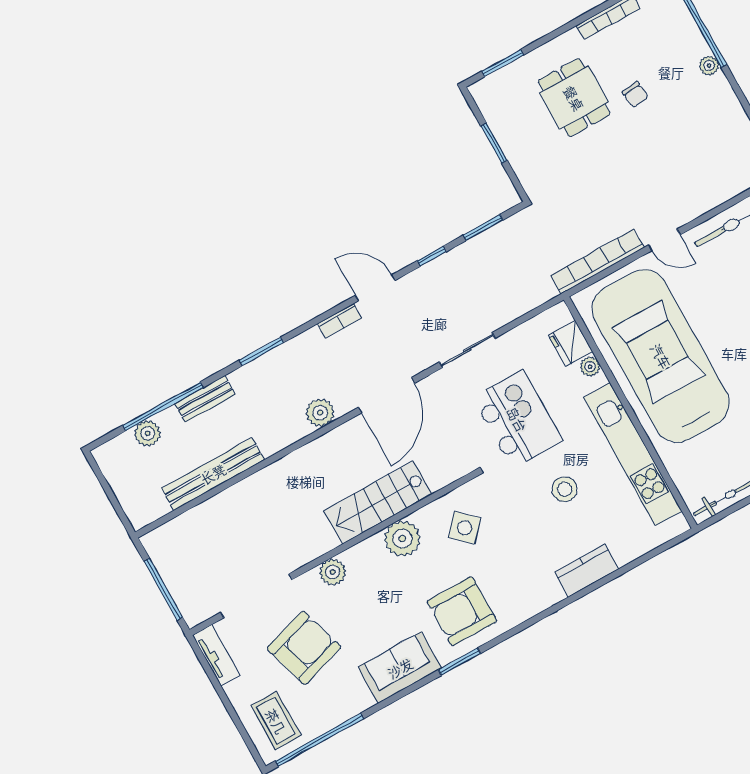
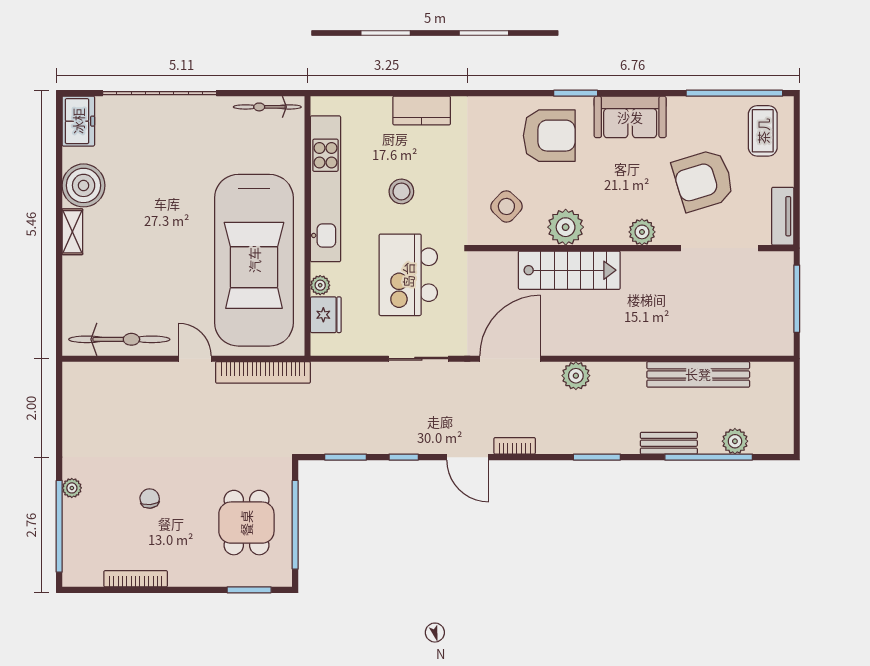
dining table: (574, 98) -> (246, 523), moved
window: (494, 143) -> (295, 525), width x2.11

